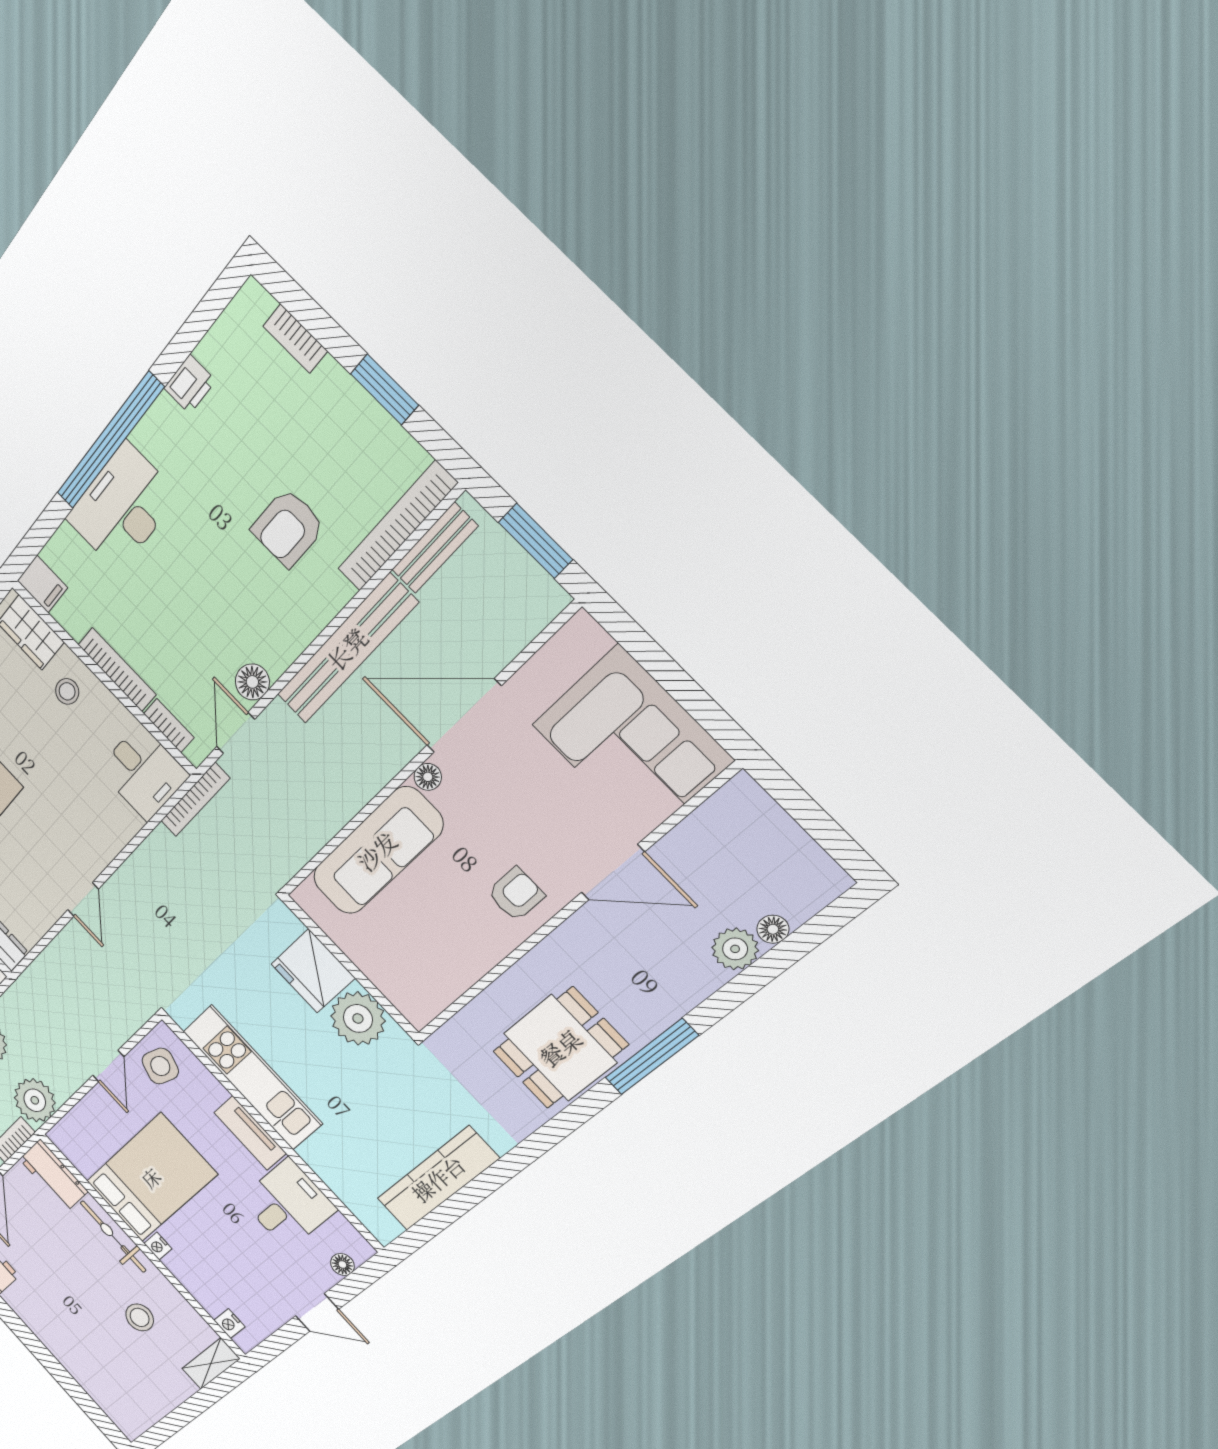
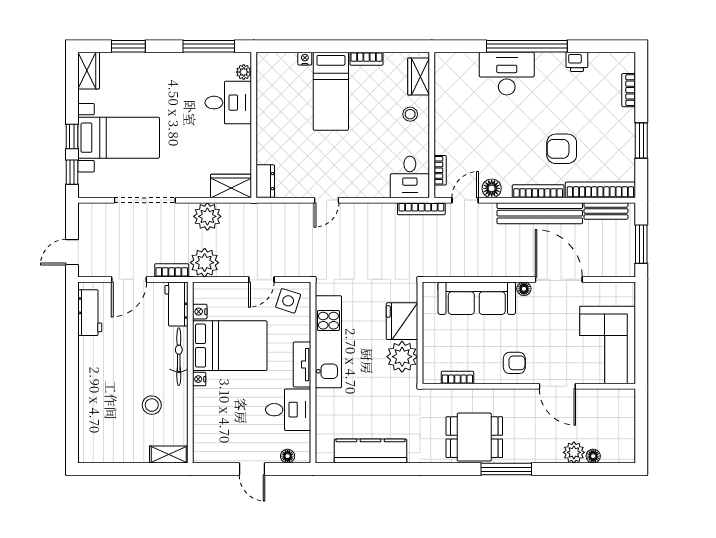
filing cabinet: (42, 584) -> (444, 65), removed
bookcase: (117, 670) -> (538, 191), moved, turned -90
bookcase: (456, 984) -> (457, 377), added
nightstand: (229, 1323) -> (200, 312), moved

